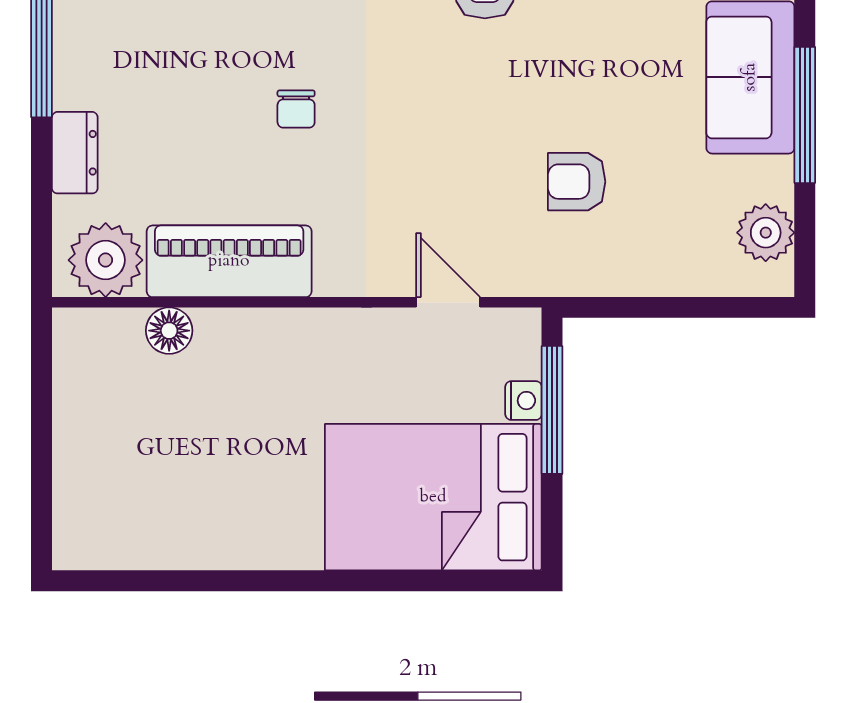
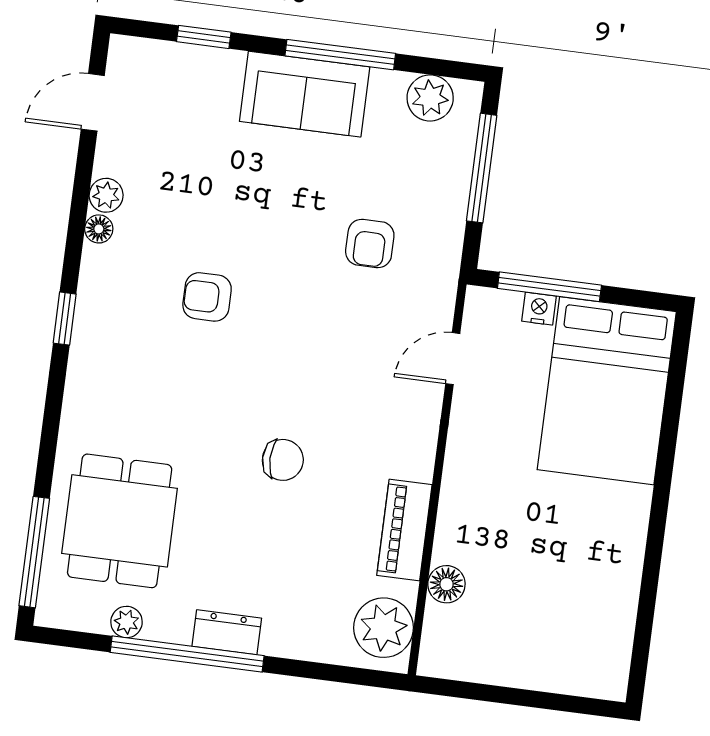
chair: (296, 109) -> (283, 460), width x1.37, depth x1.37
dresser: (75, 153) -> (227, 632), moved
piano: (229, 261) -> (404, 530), width x0.73, depth x0.75
window: (688, 307) -> (482, 168), added

